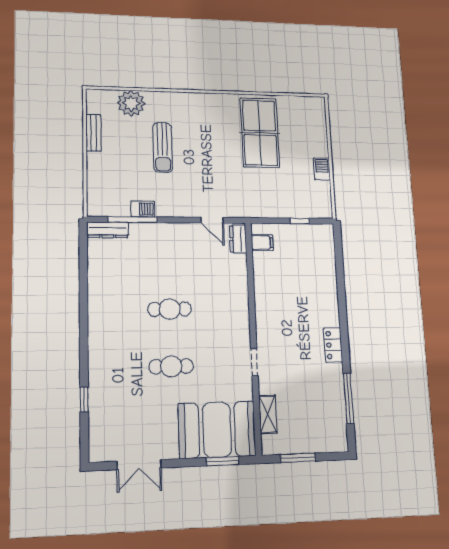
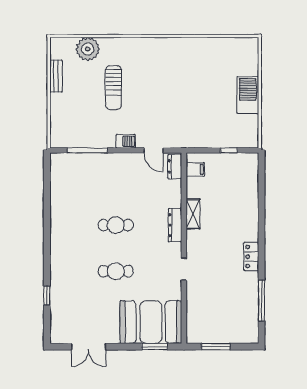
table tennis table: (260, 133) -> (198, 72), removed
barbecue: (322, 169) -> (248, 95), width x1.88, depth x1.53
barbecue: (143, 209) -> (126, 141), moved
dresser: (108, 230) -> (175, 225), moved, turned 90
shelving: (268, 414) -> (193, 214), moved

